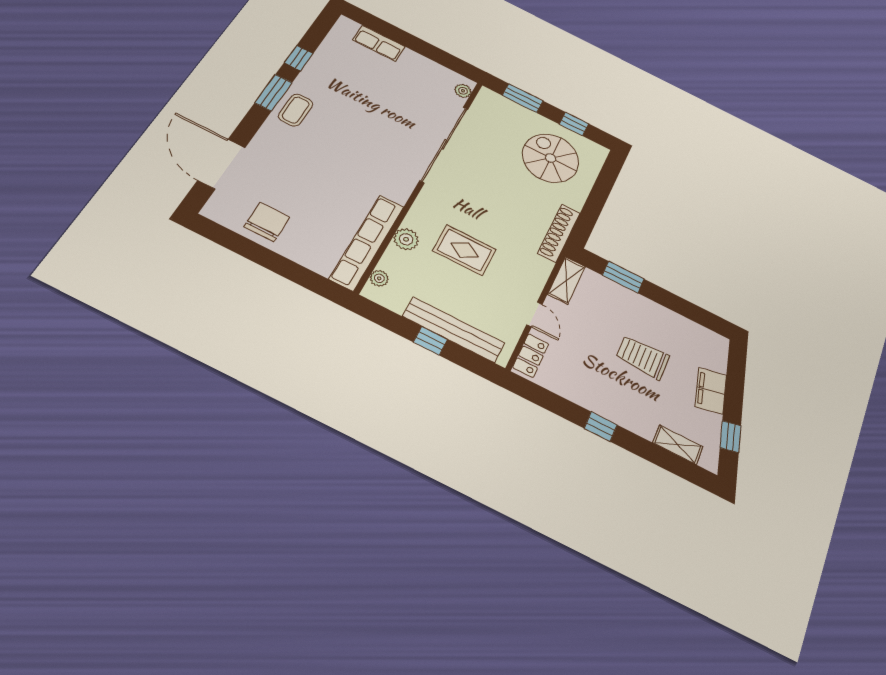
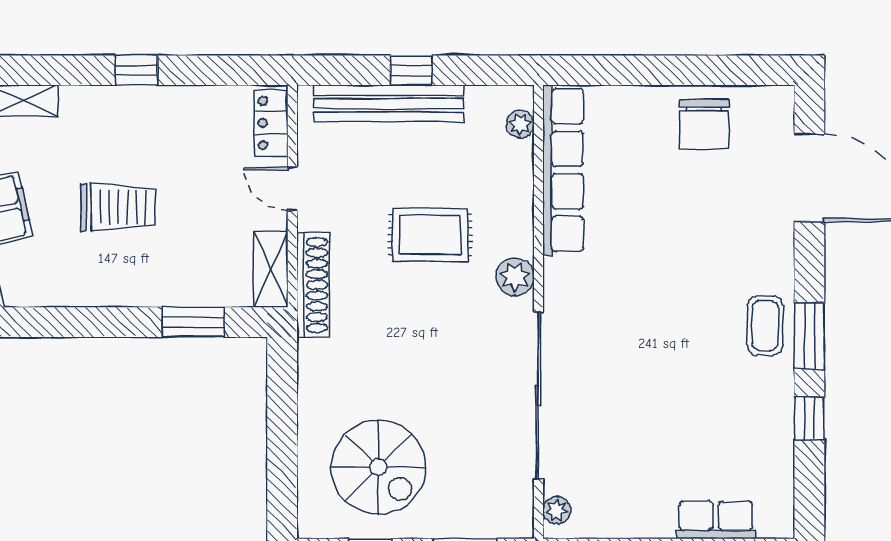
shoe rack: (559, 233) -> (313, 285), moved
plant: (406, 239) -> (515, 277), moved

